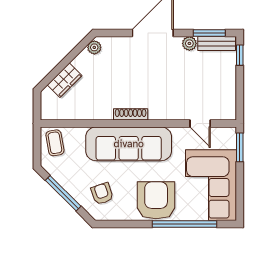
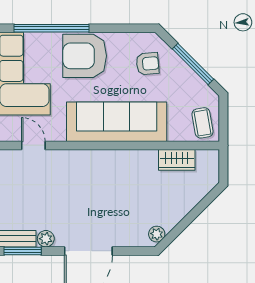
wardrobe: (65, 80) -> (177, 160), moved, turned -135
shoe rack: (131, 114) -> (114, 156), removed
armchair: (102, 194) -> (148, 64), turned -76
armchair: (156, 200) -> (85, 56), turned 90

